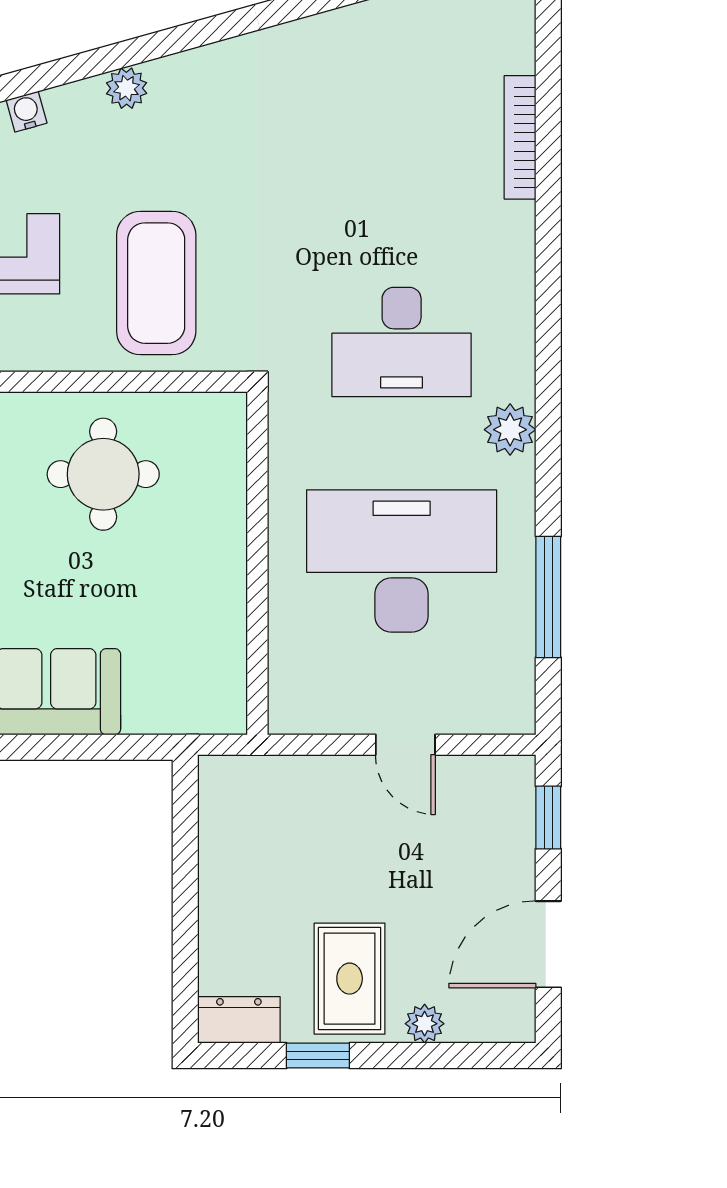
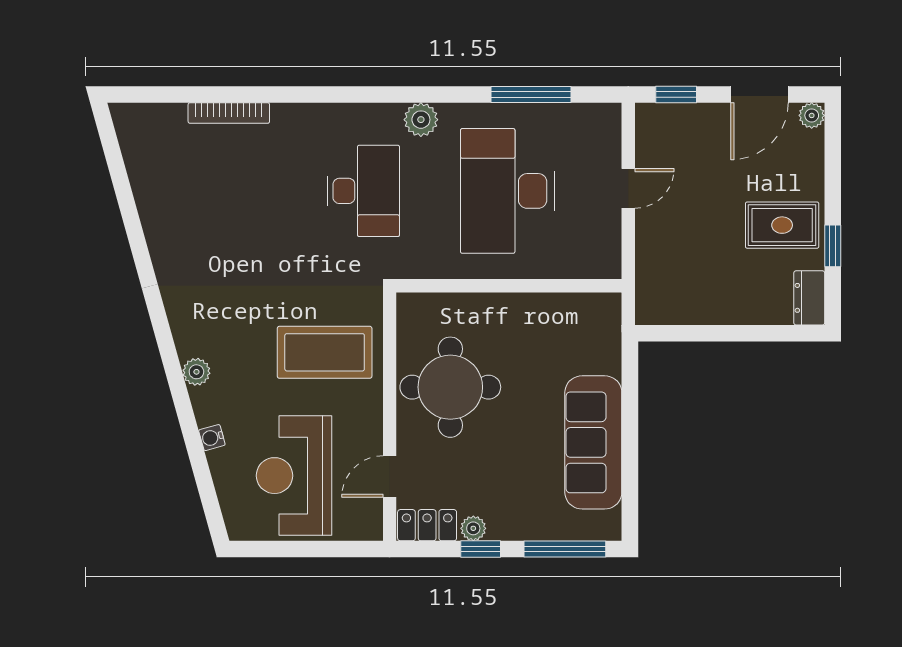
round table: (103, 474) -> (450, 387), width x1.36, depth x1.36
door: (548, 944) -> (759, 94), hinge flipped
plant: (425, 1024) -> (812, 115), moved

